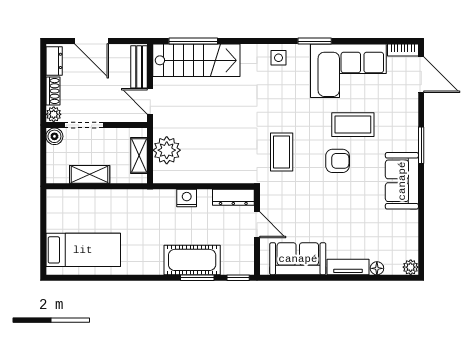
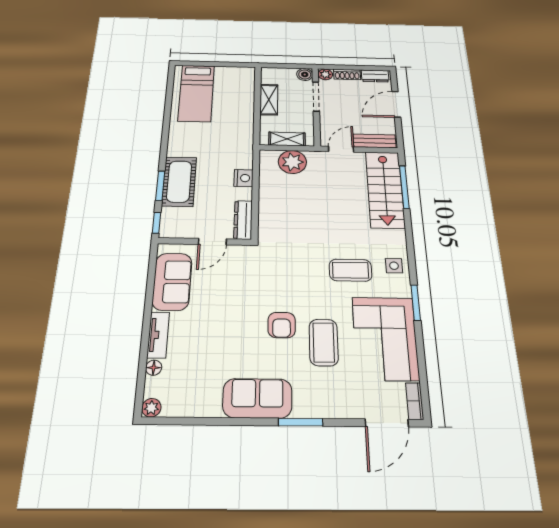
coffee table: (282, 152) -> (351, 270), moved

